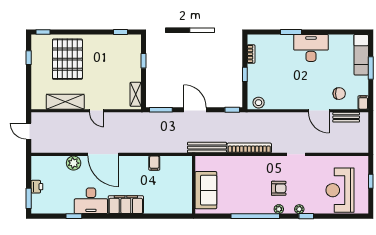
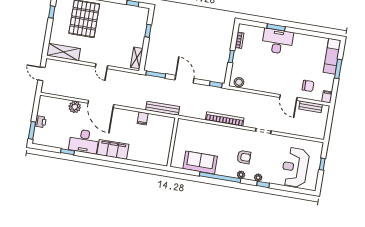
desk: (311, 48) -> (277, 41), moved
shelving: (65, 102) -> (63, 52), moved
bench: (207, 148) -> (163, 108), moved
sofa: (206, 190) -> (200, 162), moved, turned -90

